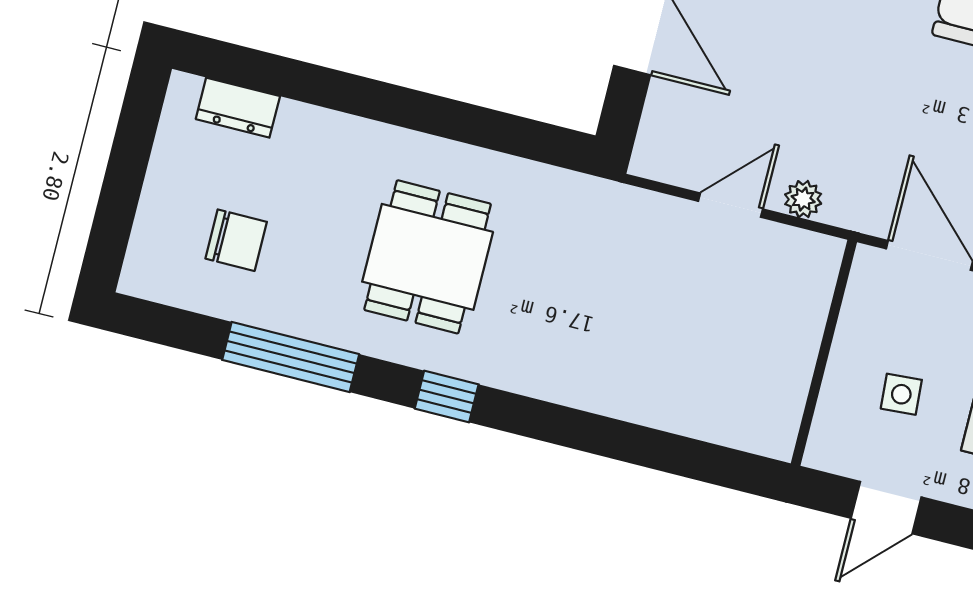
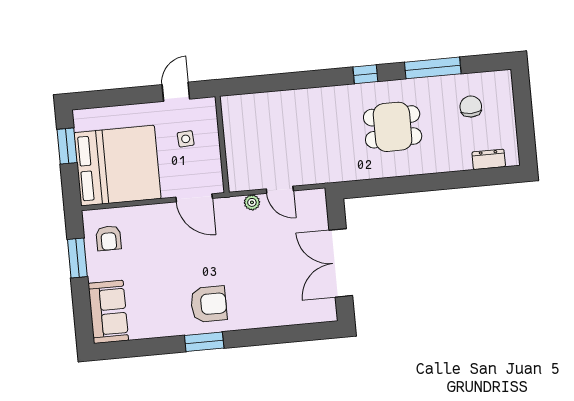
door: (731, 205) -> (280, 190), hinge flipped
chair: (236, 240) -> (471, 107), turned 90
dining table: (428, 257) -> (393, 127), turned 90

